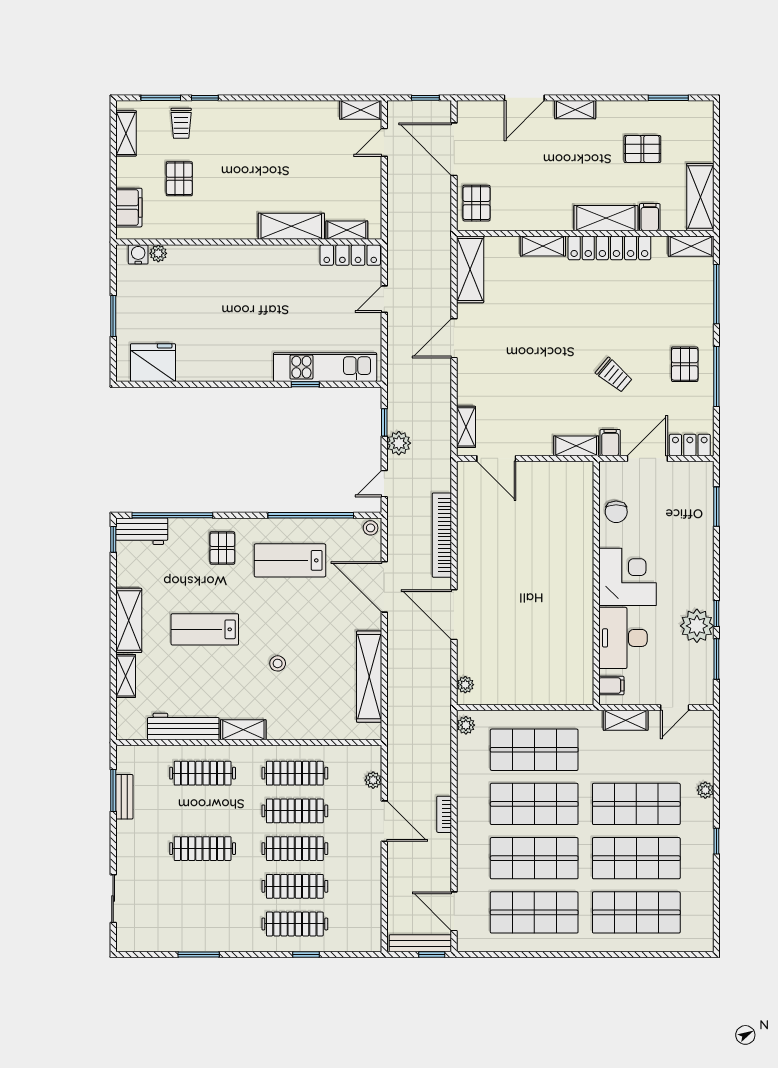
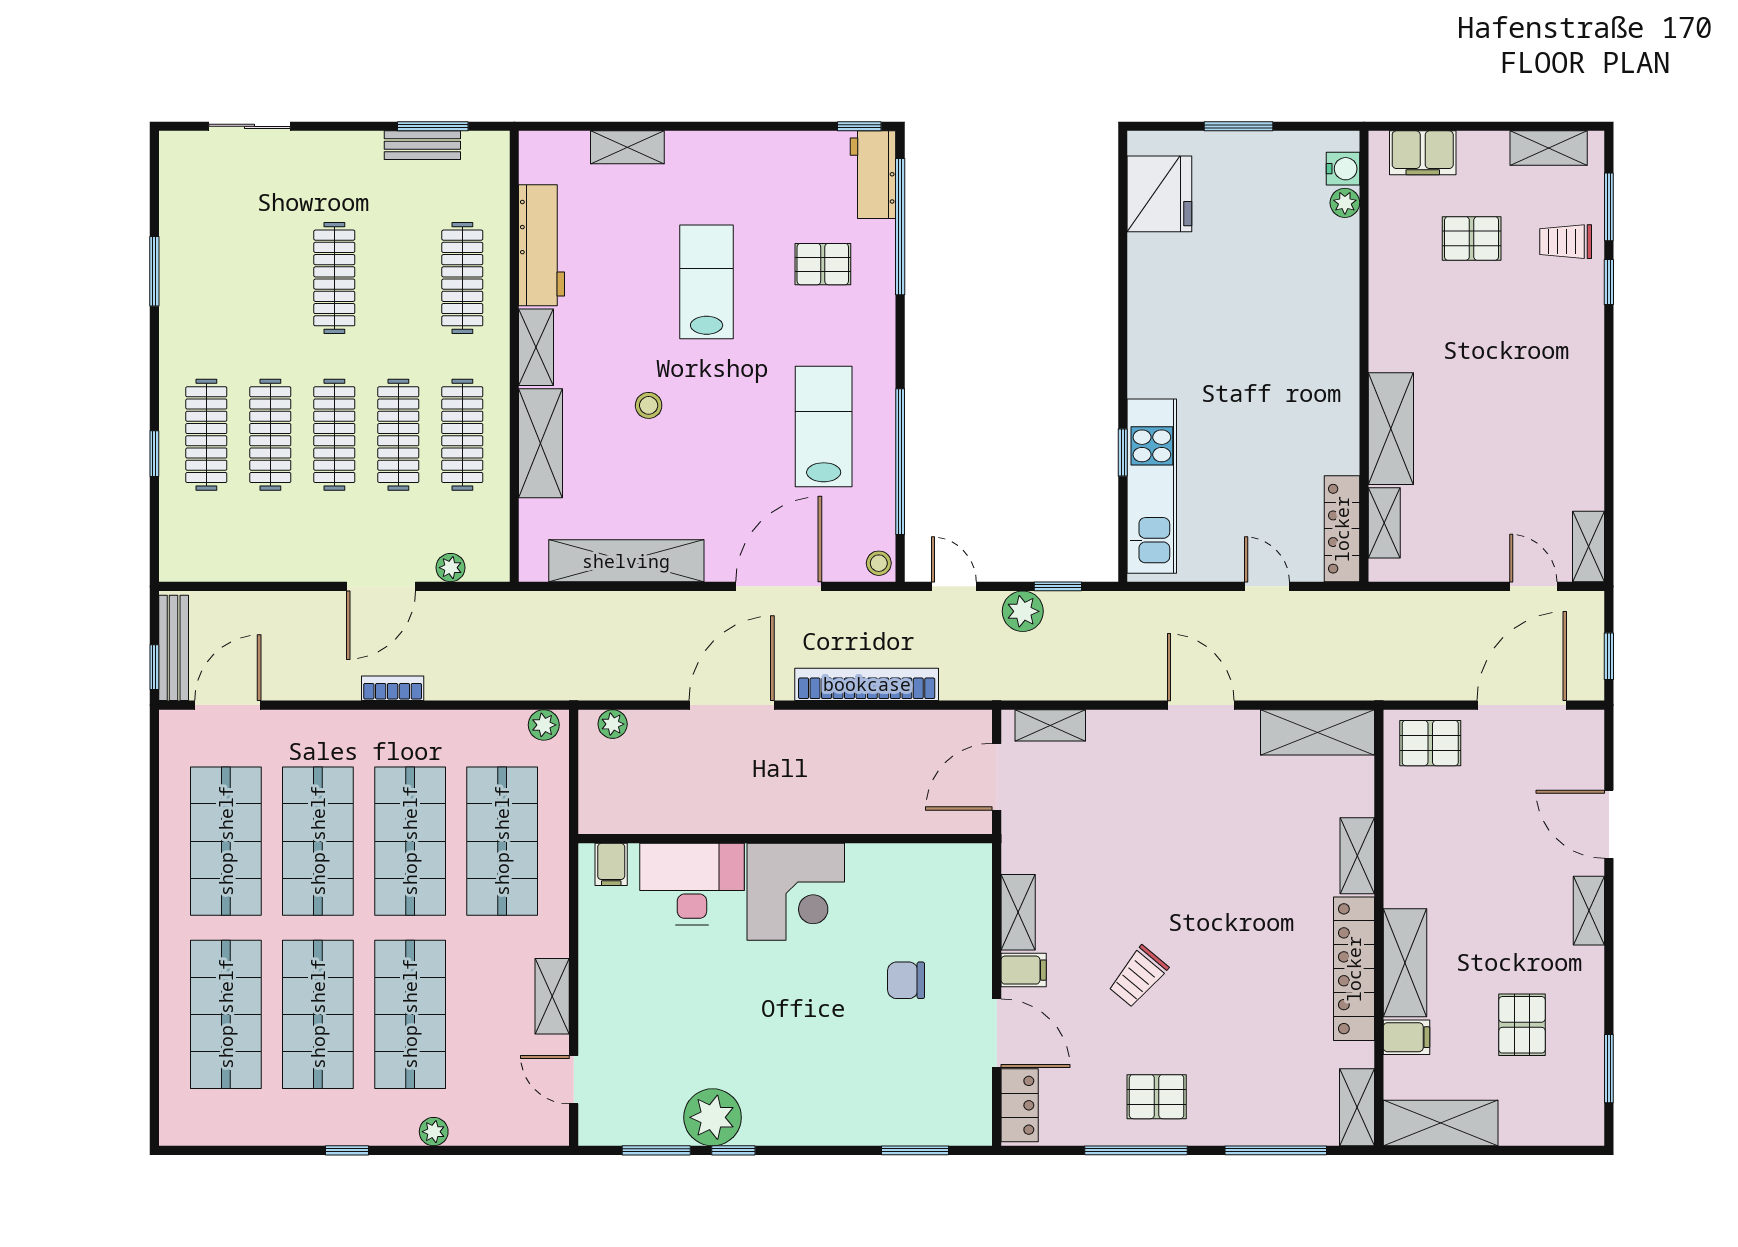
pallet: (222, 548) -> (823, 264), moved
corner desk: (627, 577) -> (796, 892), moved
wall: (596, 583) -> (785, 839), moved
shelving: (129, 620) -> (541, 443), moved, turned 90
desk: (623, 638) -> (692, 884), moved
filing cabinet: (611, 686) -> (611, 864), moved

